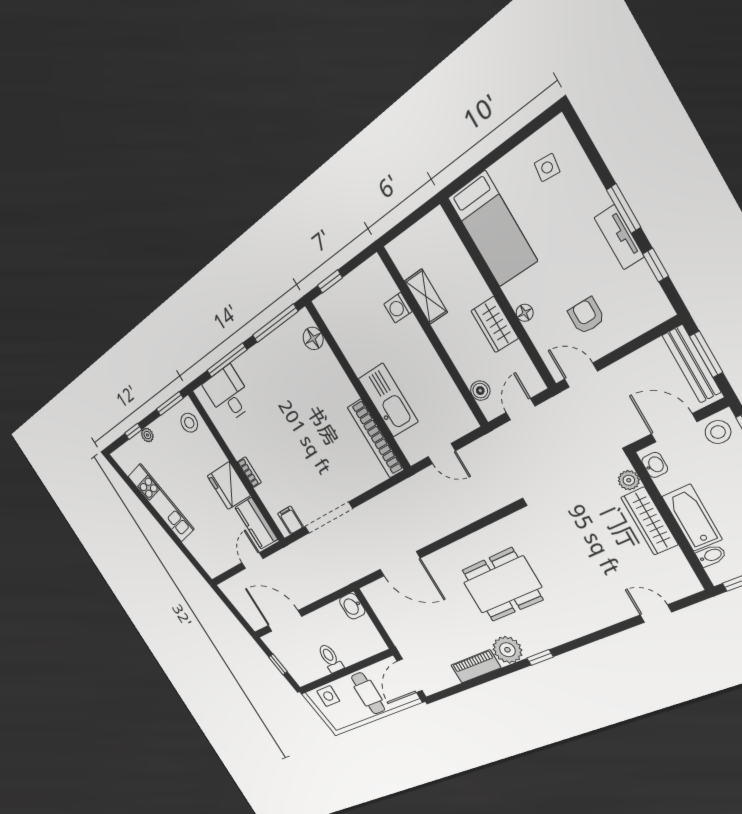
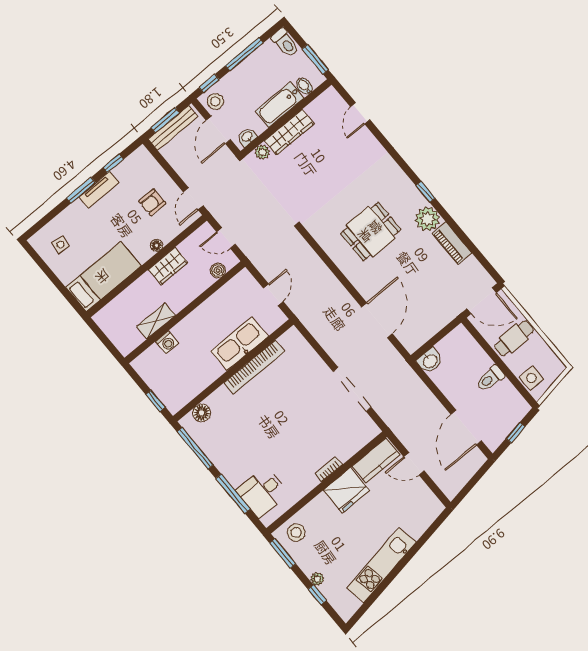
bookcase: (376, 439) -> (254, 367), moved
filing cabinet: (291, 520) -> (364, 426), removed
dining table: (502, 585) -> (371, 232), width x0.73

